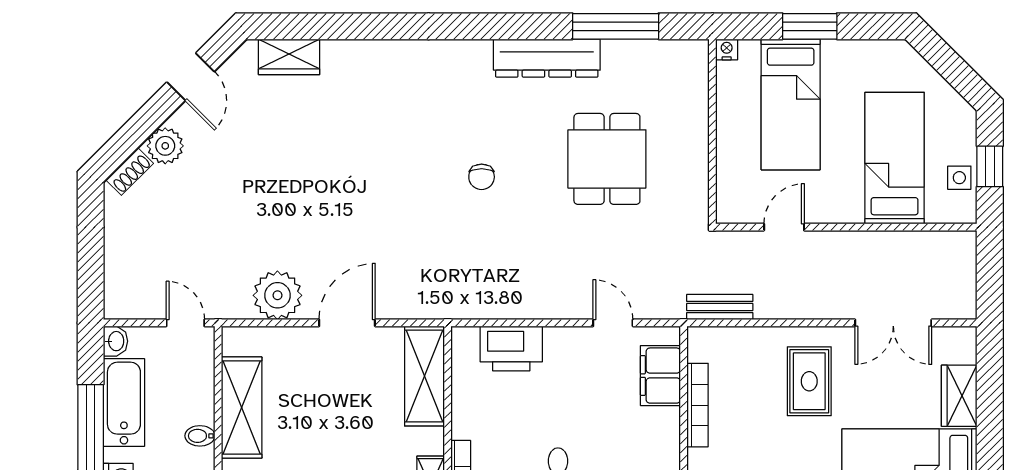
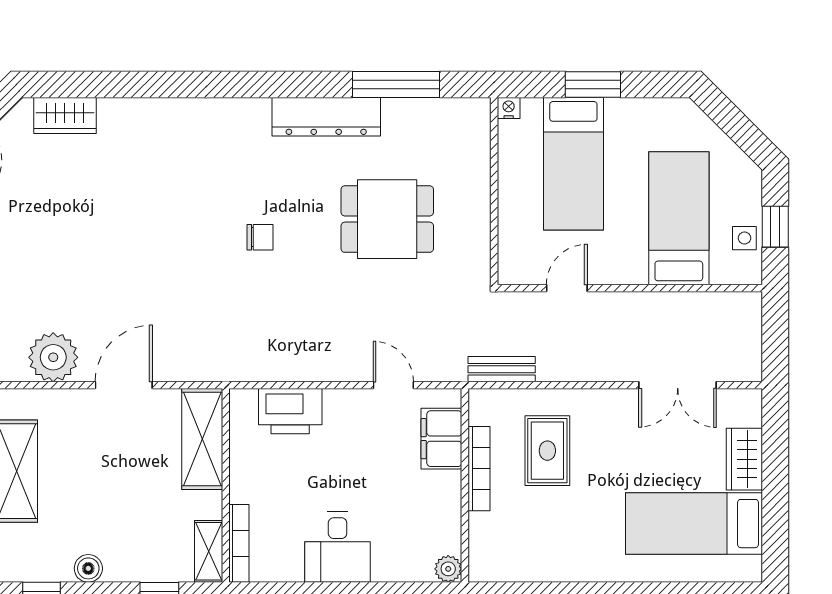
dining table: (607, 159) -> (387, 219), turned 90
chair: (482, 177) -> (260, 237), turned -90
rug: (809, 381) -> (547, 451), moved

